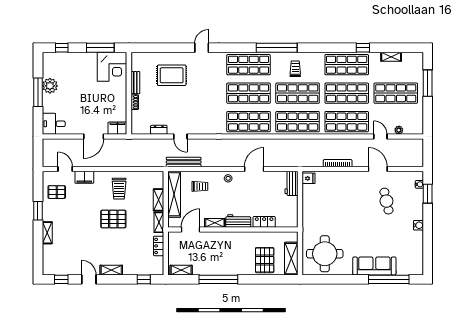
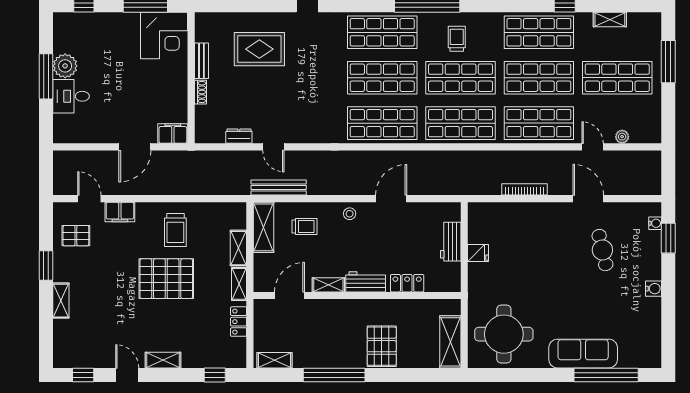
desk: (54, 124) -> (71, 96), moved
fridge: (309, 178) -> (478, 253), moved
workbench: (291, 183) -> (451, 242), moved
shelving: (174, 194) -> (263, 227), width x0.68
pallet: (113, 219) -> (166, 279), width x1.37, depth x1.41
pallet: (265, 260) -> (382, 346), moved

